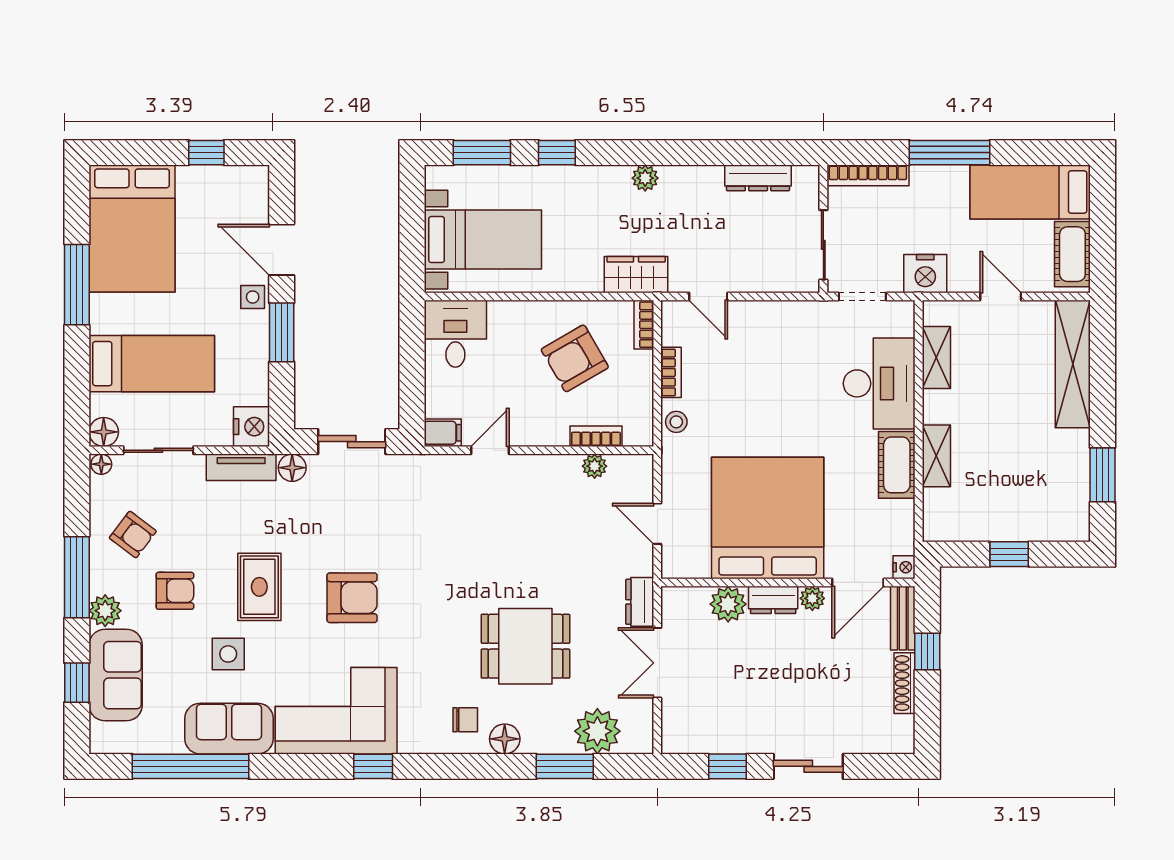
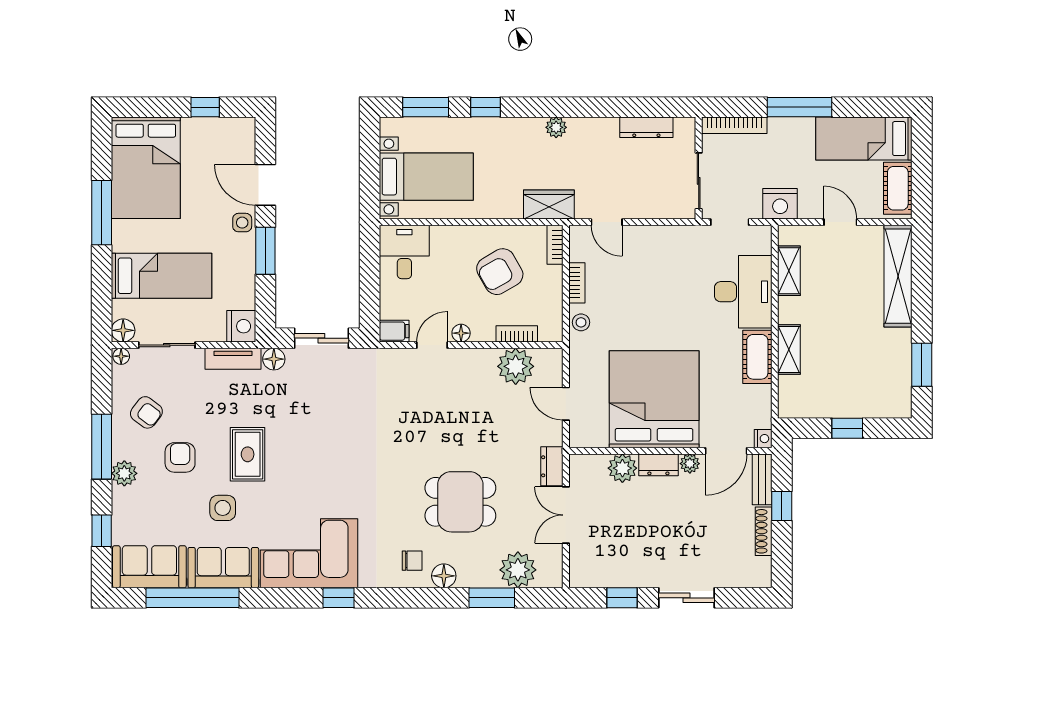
floor lamp: (526, 435) -> (461, 333), added
plant: (595, 466) -> (516, 366), width x1.88, depth x1.88
armchair: (175, 591) -> (180, 457), turned -90
armchair: (352, 598) -> (322, 463), removed
sofa: (116, 675) -> (149, 567), moved, turned -90

